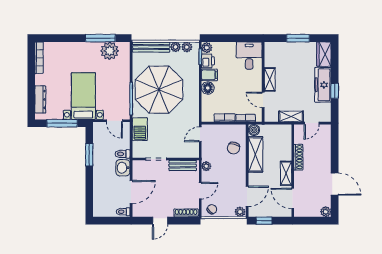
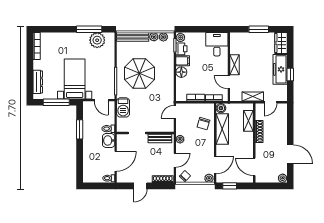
parasol: (159, 90) -> (139, 73), width x0.73, depth x0.73
shelving: (286, 173) -> (248, 121), moved

